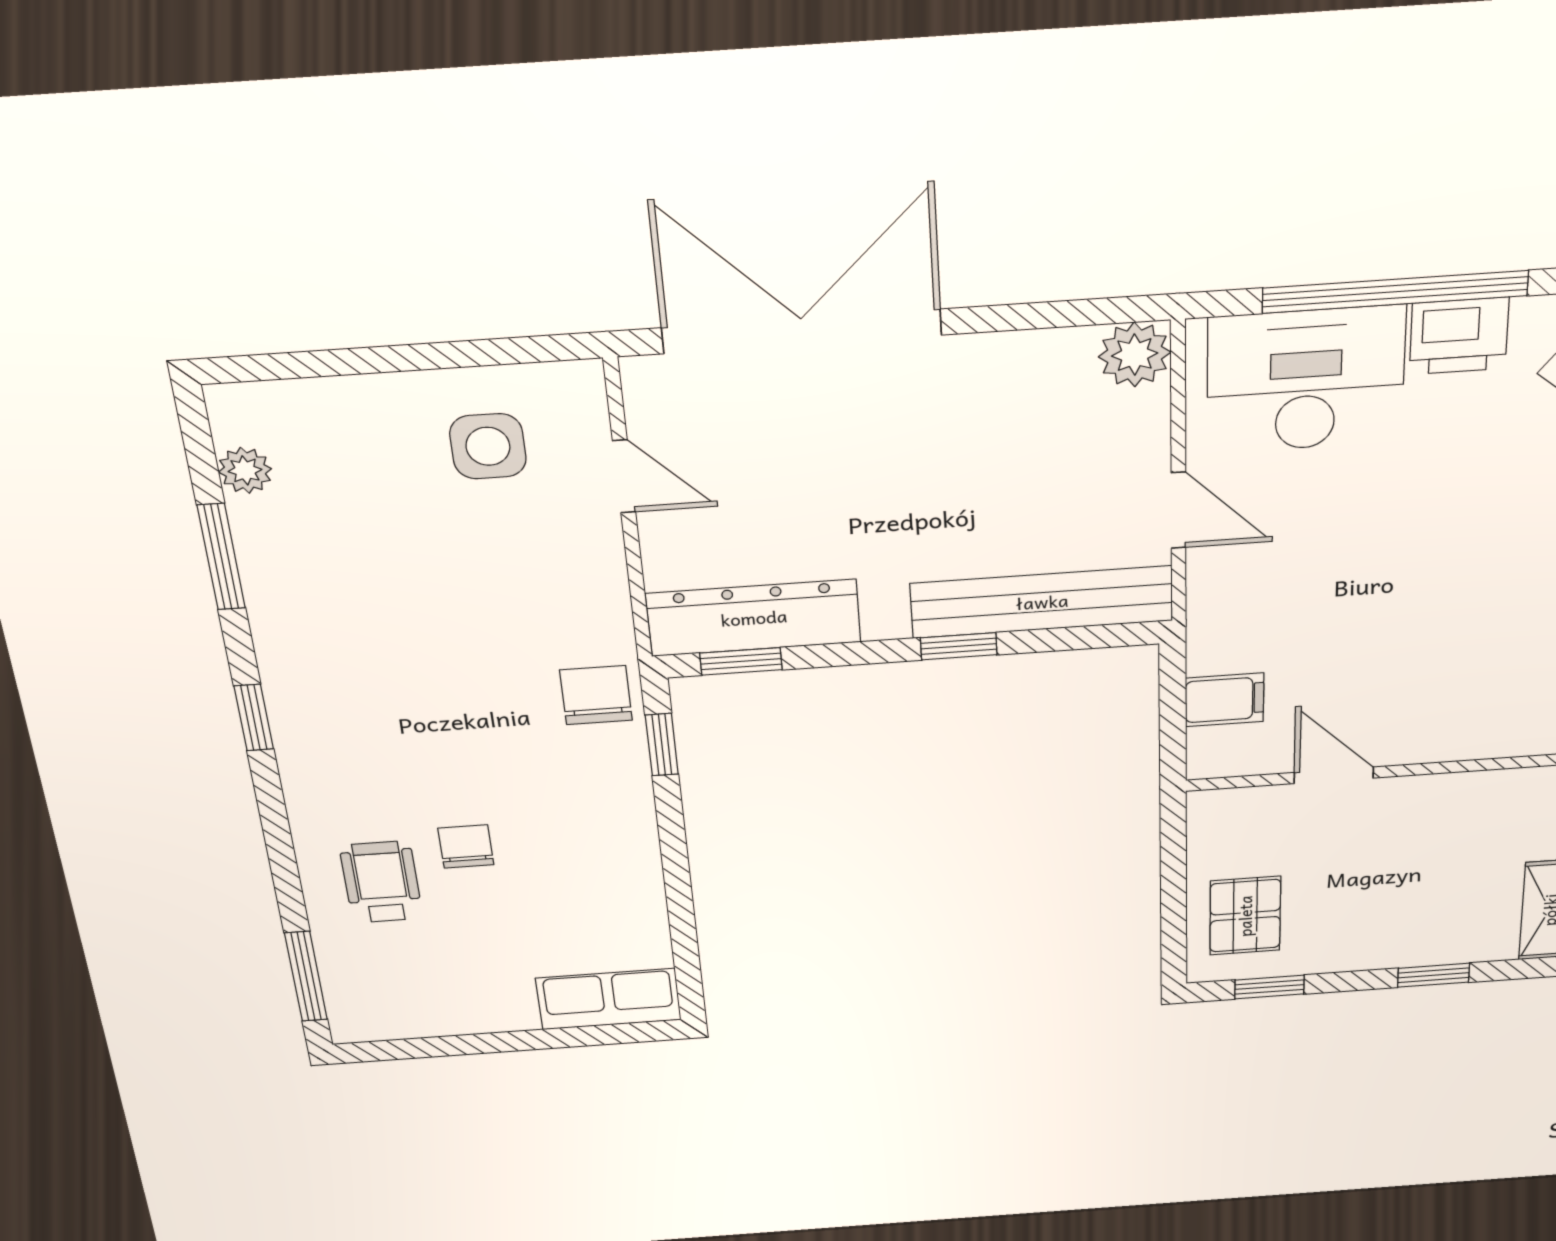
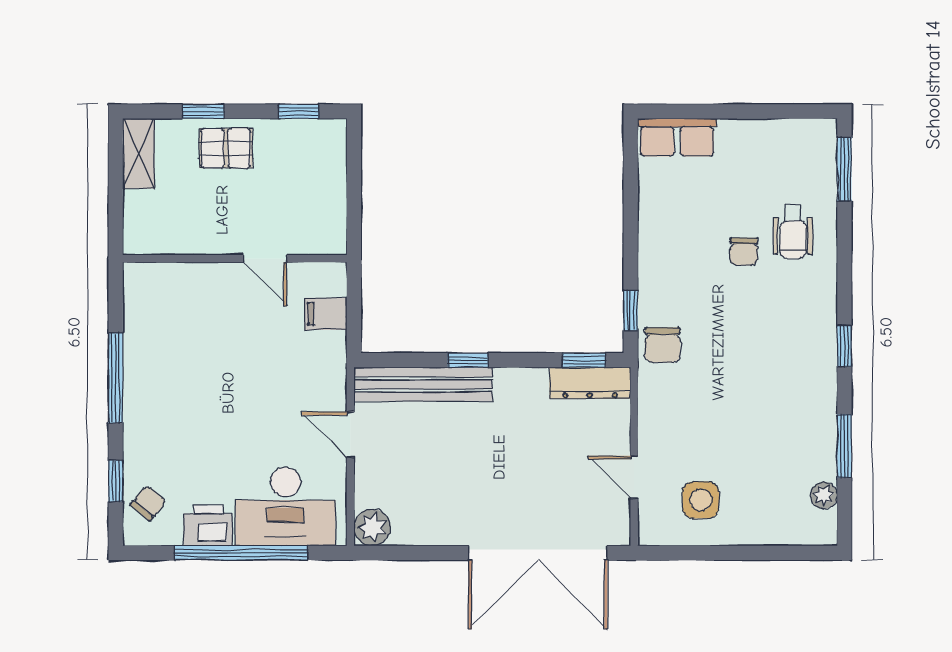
dresser: (754, 618) -> (590, 383), width x0.73, depth x0.80
pallet: (1245, 916) -> (226, 148), moved, turned 90

